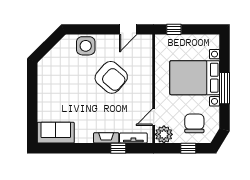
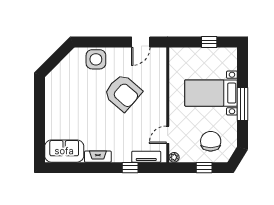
window: (174, 29) -> (209, 42), moved
bed with nightstands: (195, 78) -> (211, 93), width x0.73
plant: (164, 134) -> (174, 157), width x0.53, depth x0.53
fireplace: (106, 138) -> (98, 157), moved

